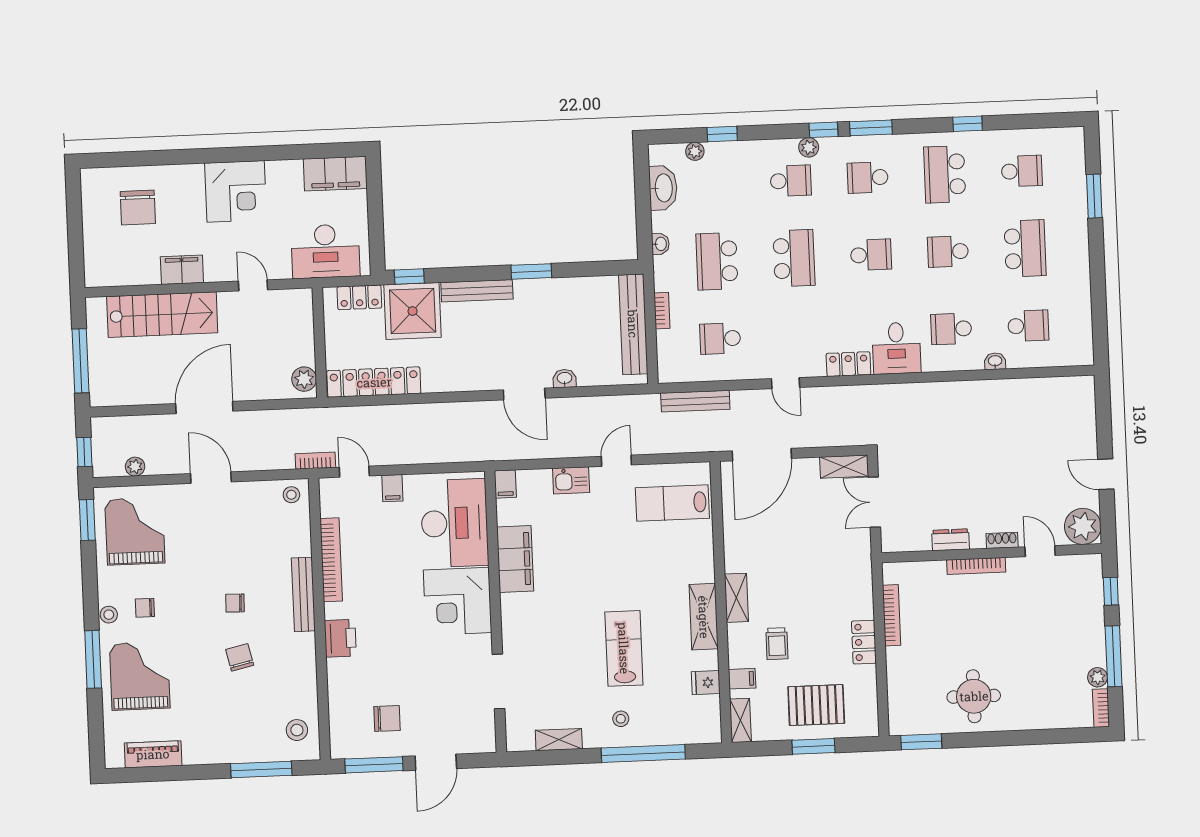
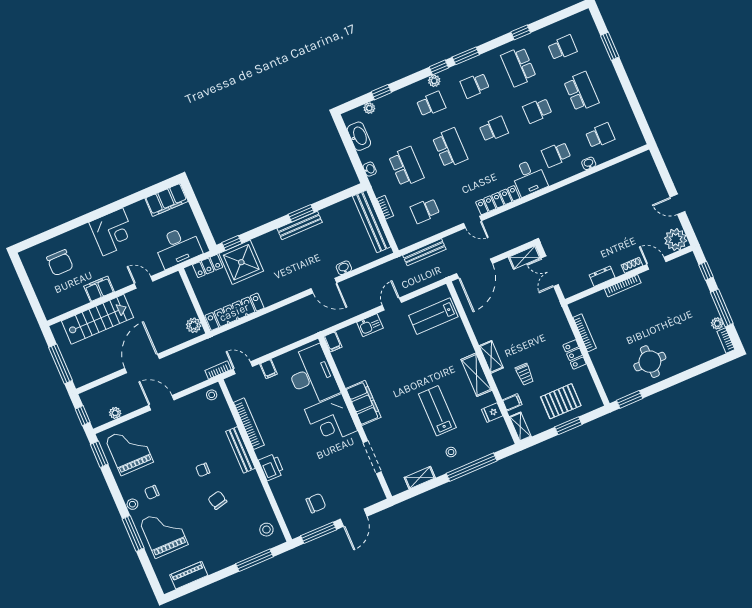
school desk: (717, 261) -> (406, 167), turned 180
bench: (477, 291) -> (300, 225), moved
locker: (848, 364) -> (498, 200), width x1.53
filing cabinet: (515, 559) -> (363, 403), moved

